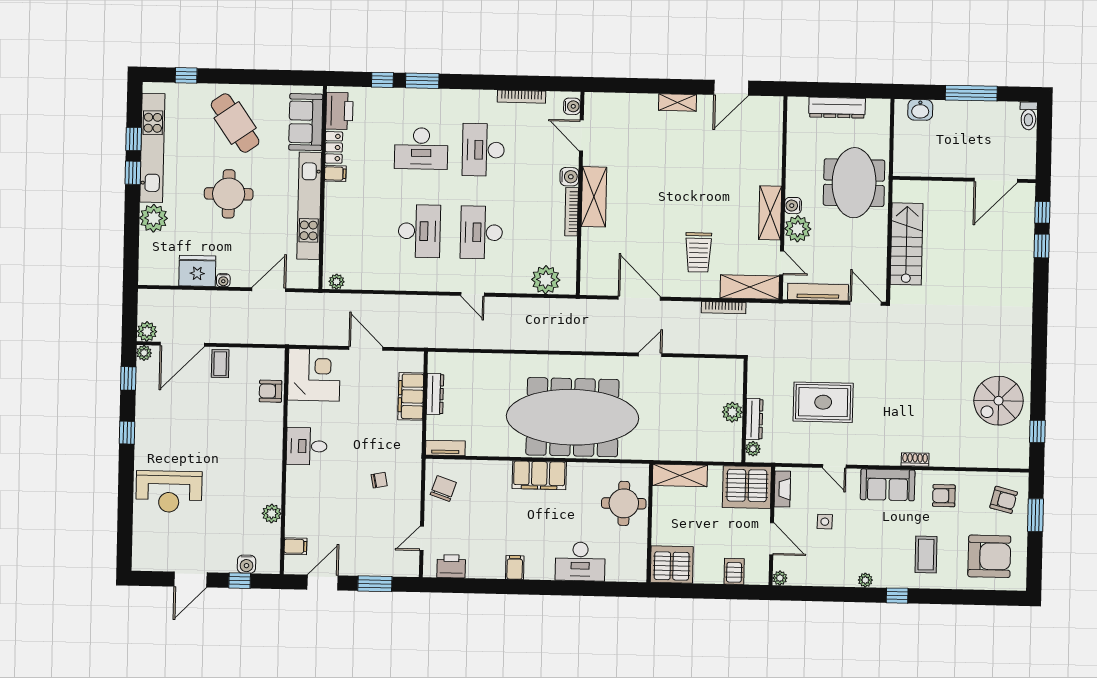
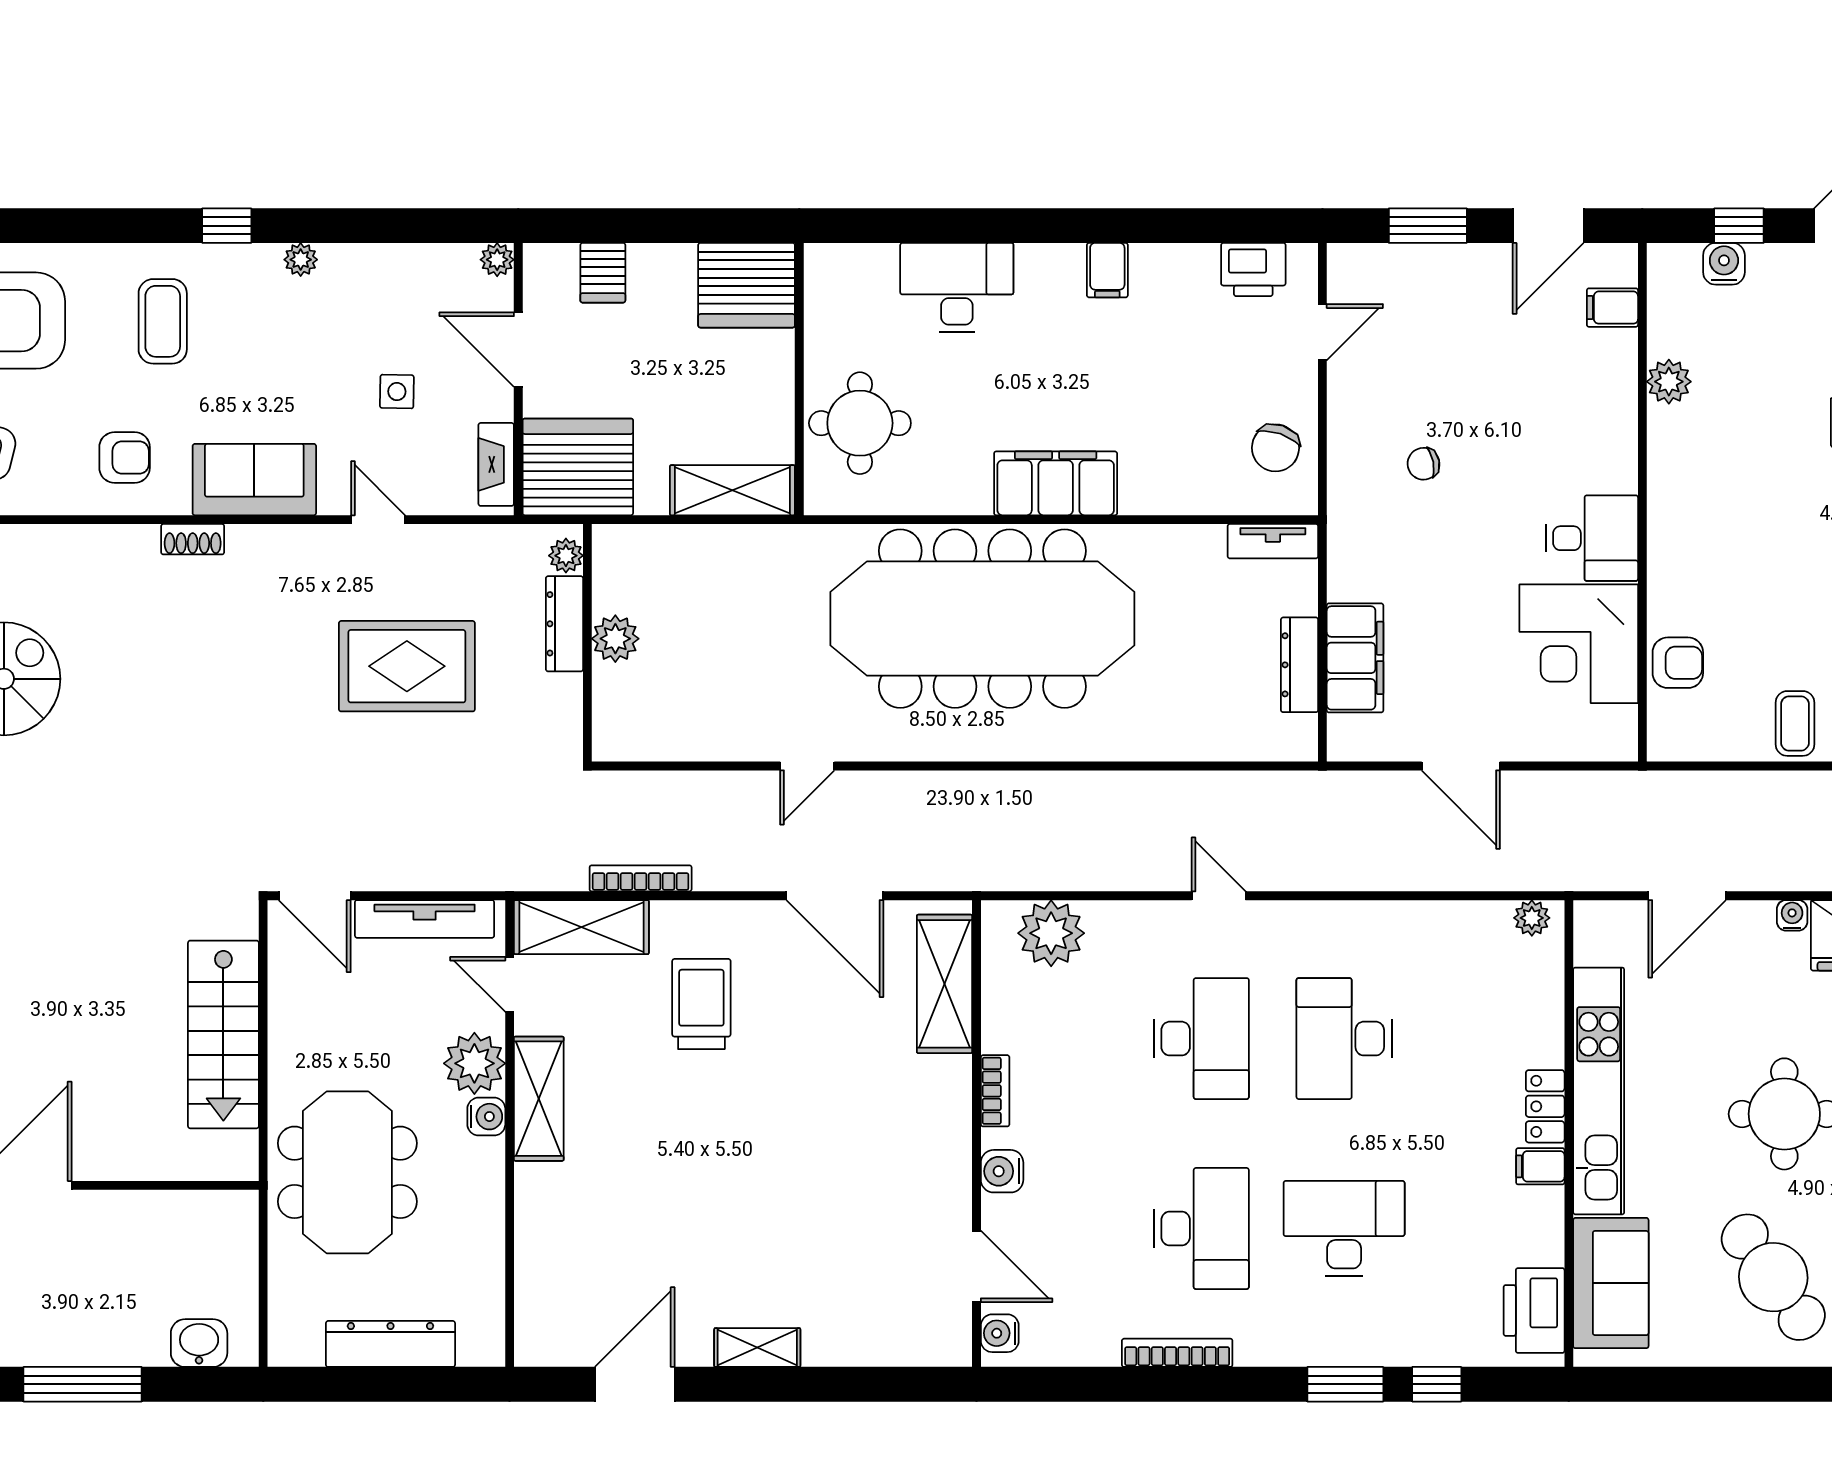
bookcase: (521, 97) -> (1177, 1353), moved
locker: (334, 147) -> (1545, 1106), moved
shelving: (594, 197) -> (944, 984), moved
bookcase: (572, 212) -> (995, 1091), width x0.64
corner desk: (314, 375) -> (1579, 644), moved

